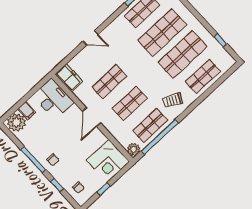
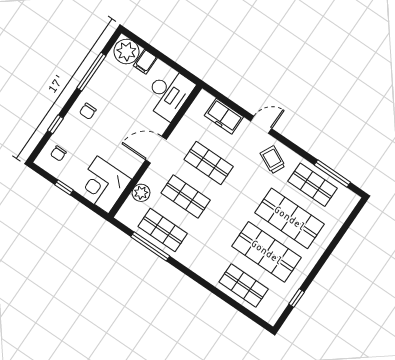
door: (91, 38) -> (261, 125), swing flipped
freezer: (69, 78) -> (224, 116), moved, turned 90
trolley: (173, 100) -> (273, 160), moved
window: (160, 137) -> (150, 246), width x0.68
plant: (133, 149) -> (141, 193), moved
window: (33, 160) -> (91, 72), moved

